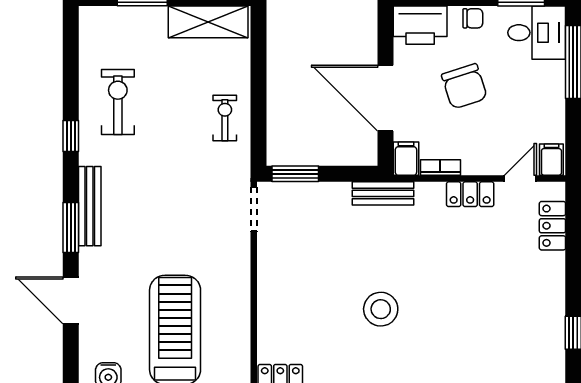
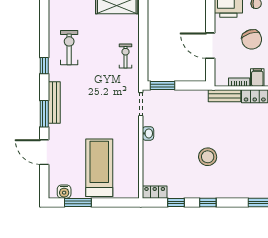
door: (386, 98) -> (210, 46), width x0.73
filing cabinet: (406, 159) -> (257, 77), moved
bench: (383, 193) -> (224, 96), moved
washbasin: (268, 265) -> (148, 133), added

